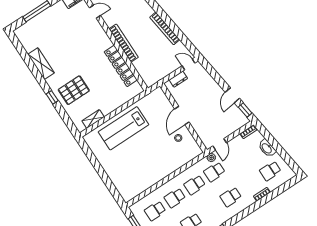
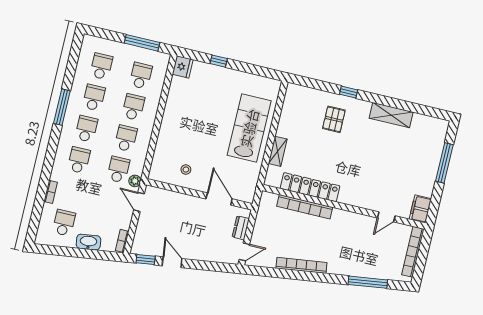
bookcase: (124, 43) -> (305, 207), moved
pallet: (74, 90) -> (334, 119), width x0.67, depth x0.71
door: (182, 115) -> (219, 199), moved
shelving: (93, 119) -> (278, 151), moved
window: (106, 179) -> (219, 61), added
fridge: (128, 194) -> (183, 67), added
school desk: (211, 210) -> (86, 129), added

